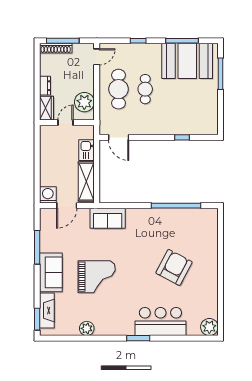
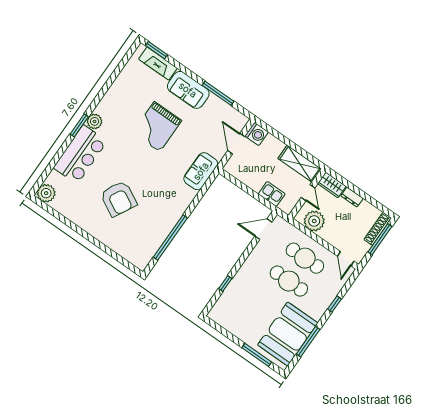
cafe table: (145, 89) -> (289, 281), width x1.37, depth x1.35
shelving: (86, 182) -> (300, 164), moved
plant: (87, 328) -> (95, 121), moved

